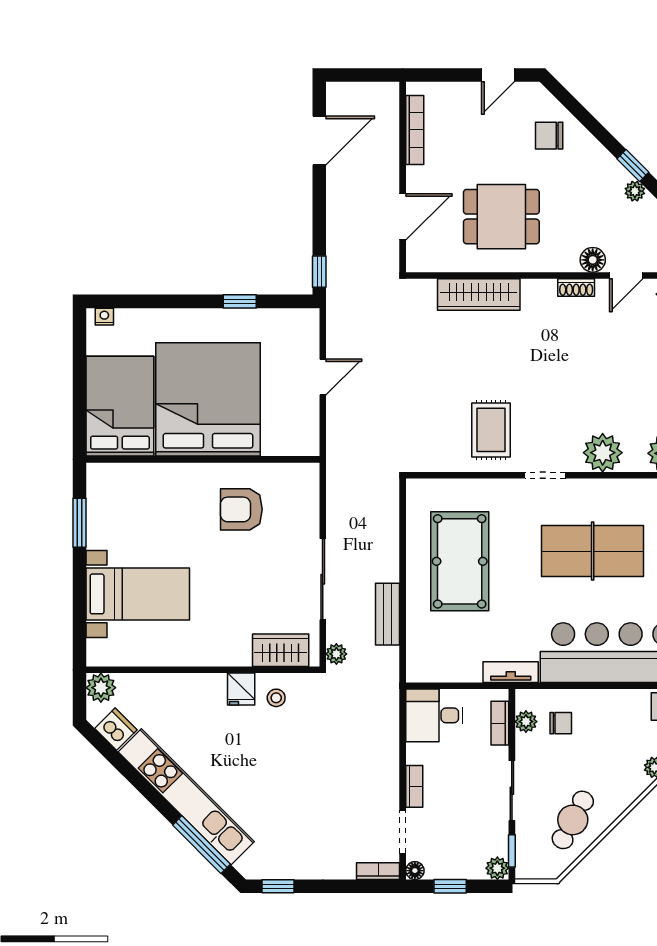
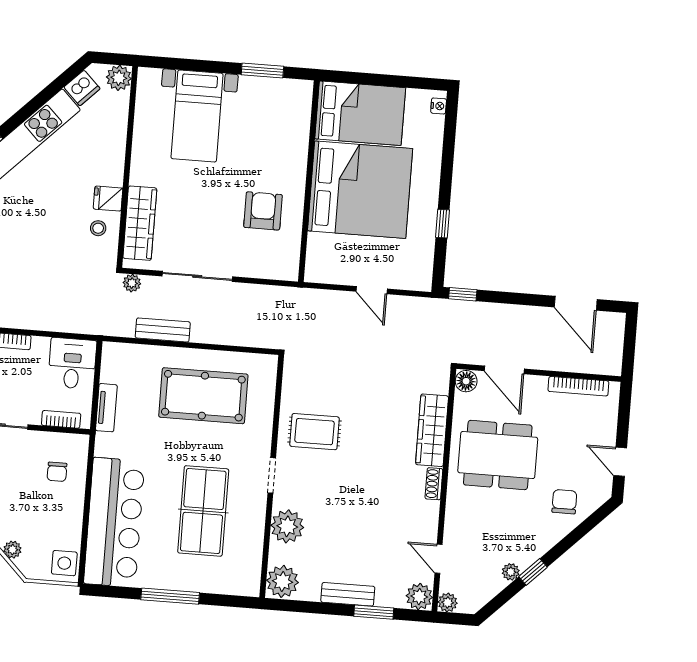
dining table: (501, 217) -> (498, 455), width x1.37
floor lamp: (593, 260) -> (466, 381), moved
shoe rack: (576, 288) -> (434, 484), moved
wardrobe: (281, 650) -> (140, 223), width x1.50
tv unit: (511, 672) -> (106, 408), moved
plant: (526, 722) -> (61, 442), removed

